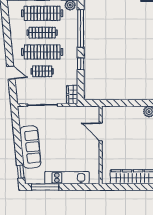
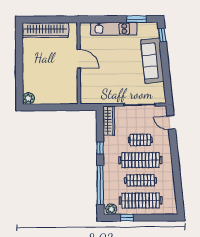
door: (11, 73) -> (171, 122), moved
wardrobe: (72, 95) -> (109, 121), width x1.50
door: (101, 132) -> (79, 59), moved
window: (45, 187) -> (136, 19), width x0.69

